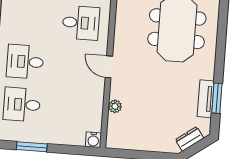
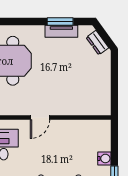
plant: (115, 106) -> (74, 109), removed
water cooler: (93, 140) -> (104, 158), moved

